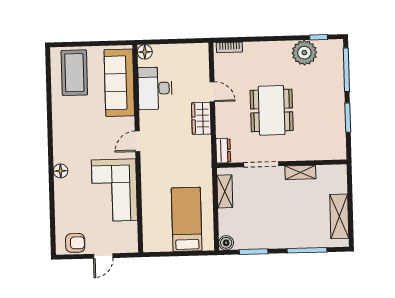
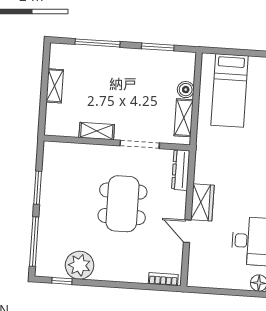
dresser: (223, 151) -> (181, 170), width x1.44
shelving: (339, 216) -> (55, 86), width x0.67, depth x0.75
boiler: (226, 243) -> (186, 90), moved

